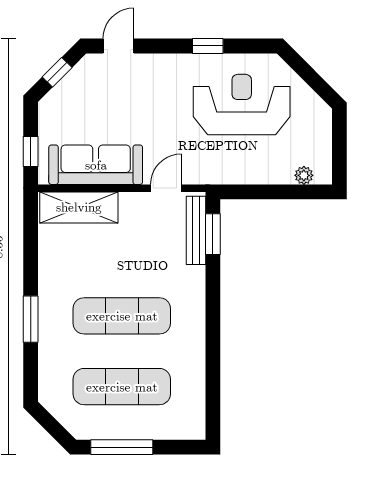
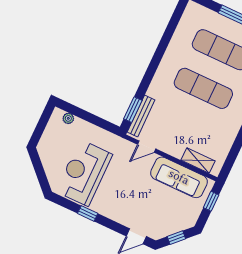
reception desk: (242, 105) -> (84, 173), turned 90
shelving: (79, 207) -> (198, 160), width x0.67, depth x0.75

